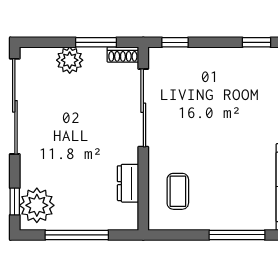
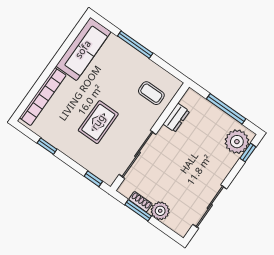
shoe rack: (123, 55) -> (140, 202), moved
sliding door: (15, 106) -> (210, 207), width x0.73
rug: (216, 113) -> (98, 122), added
coffee table: (178, 191) -> (151, 93), turned 90

